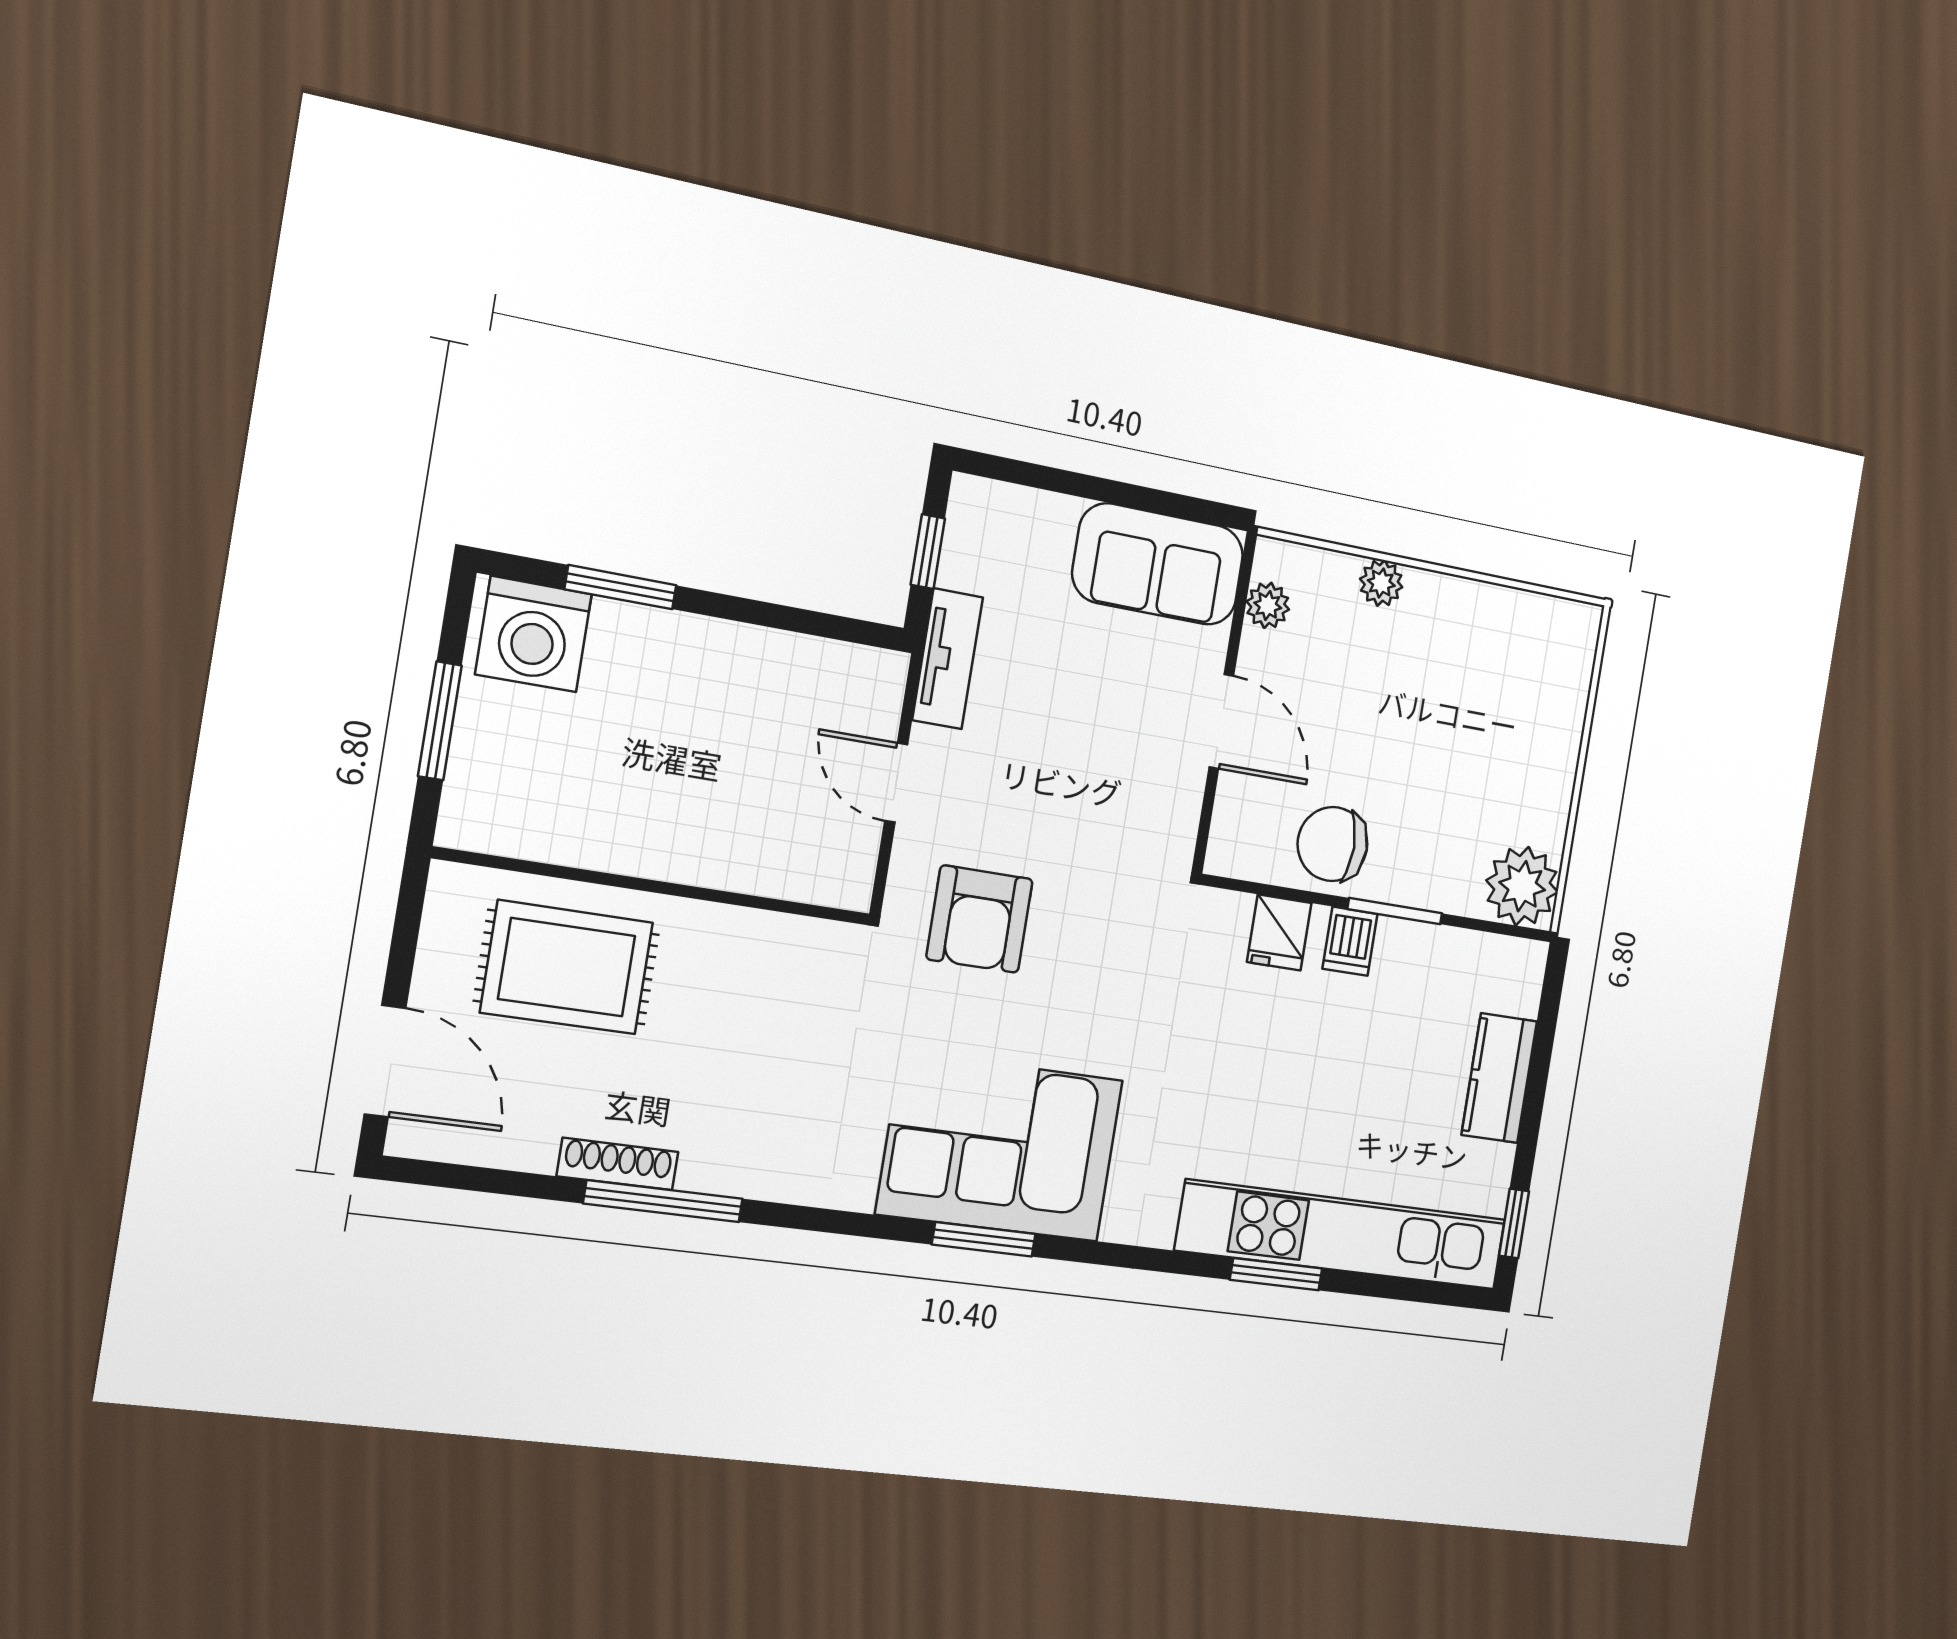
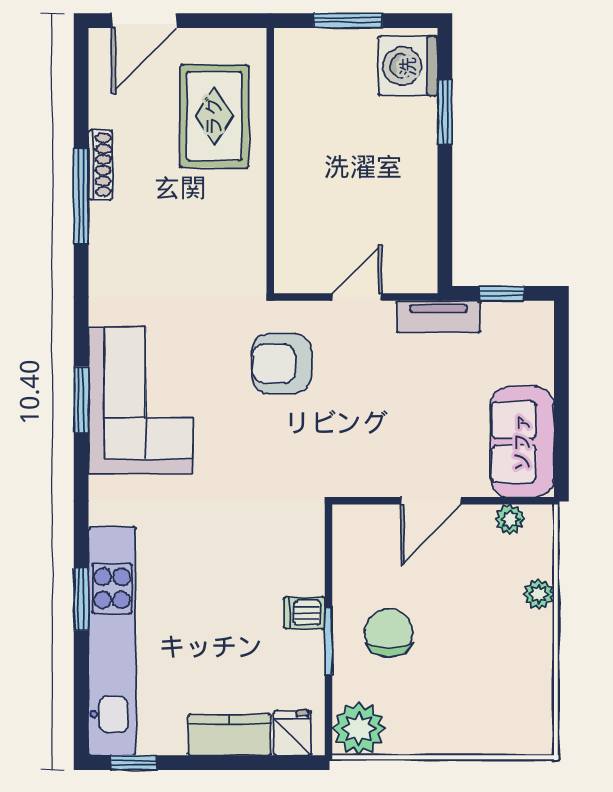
chair: (1333, 844) -> (389, 633), moved
fridge: (1279, 933) -> (292, 733), moved, turned 90

